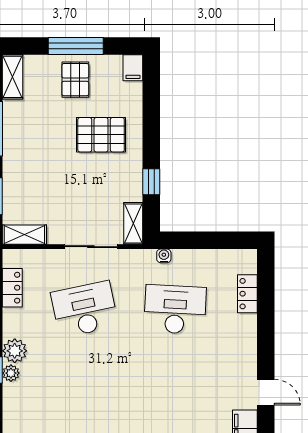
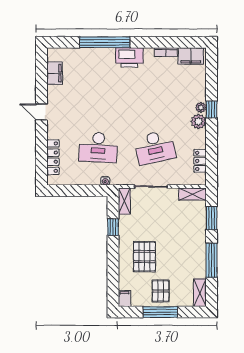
pallet: (101, 135) -> (144, 257), turned 90
locker: (247, 294) -> (53, 157), width x1.53
door: (266, 392) -> (42, 112), moved

